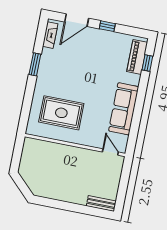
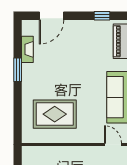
window: (107, 26) -> (102, 16), moved
fireplace: (50, 35) -> (27, 49), moved

